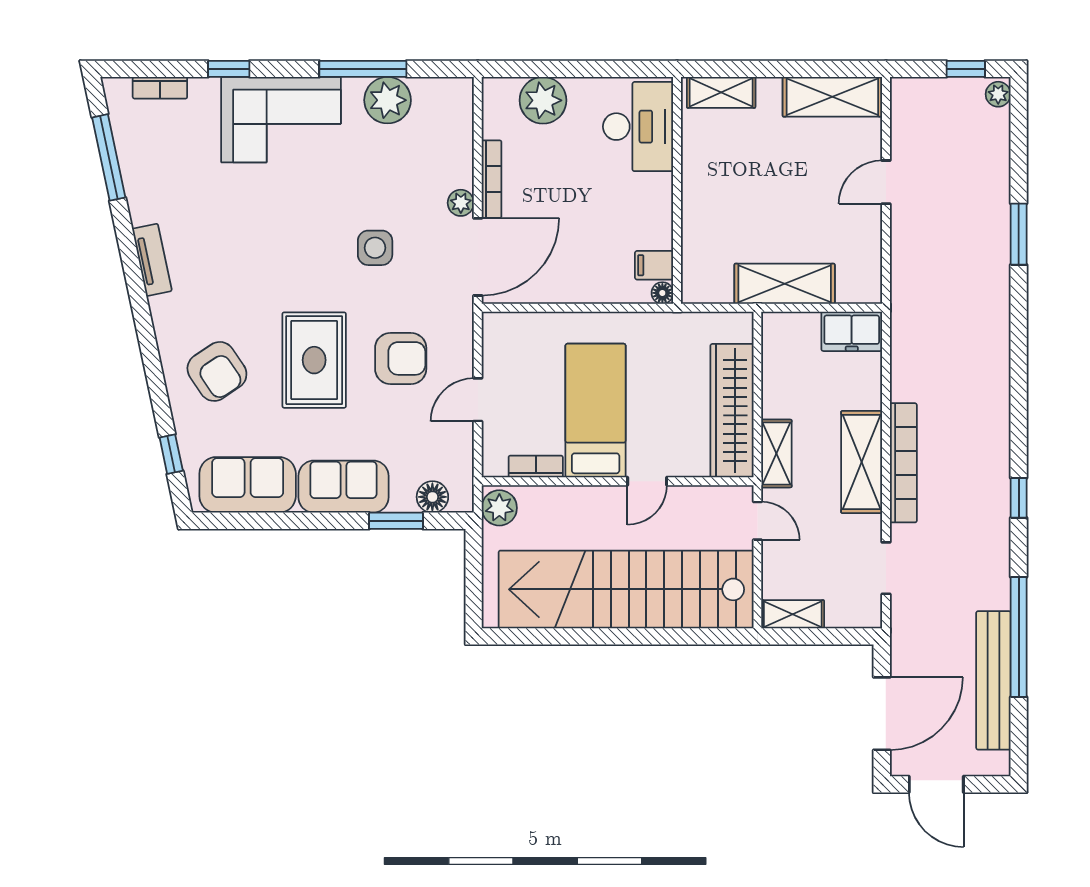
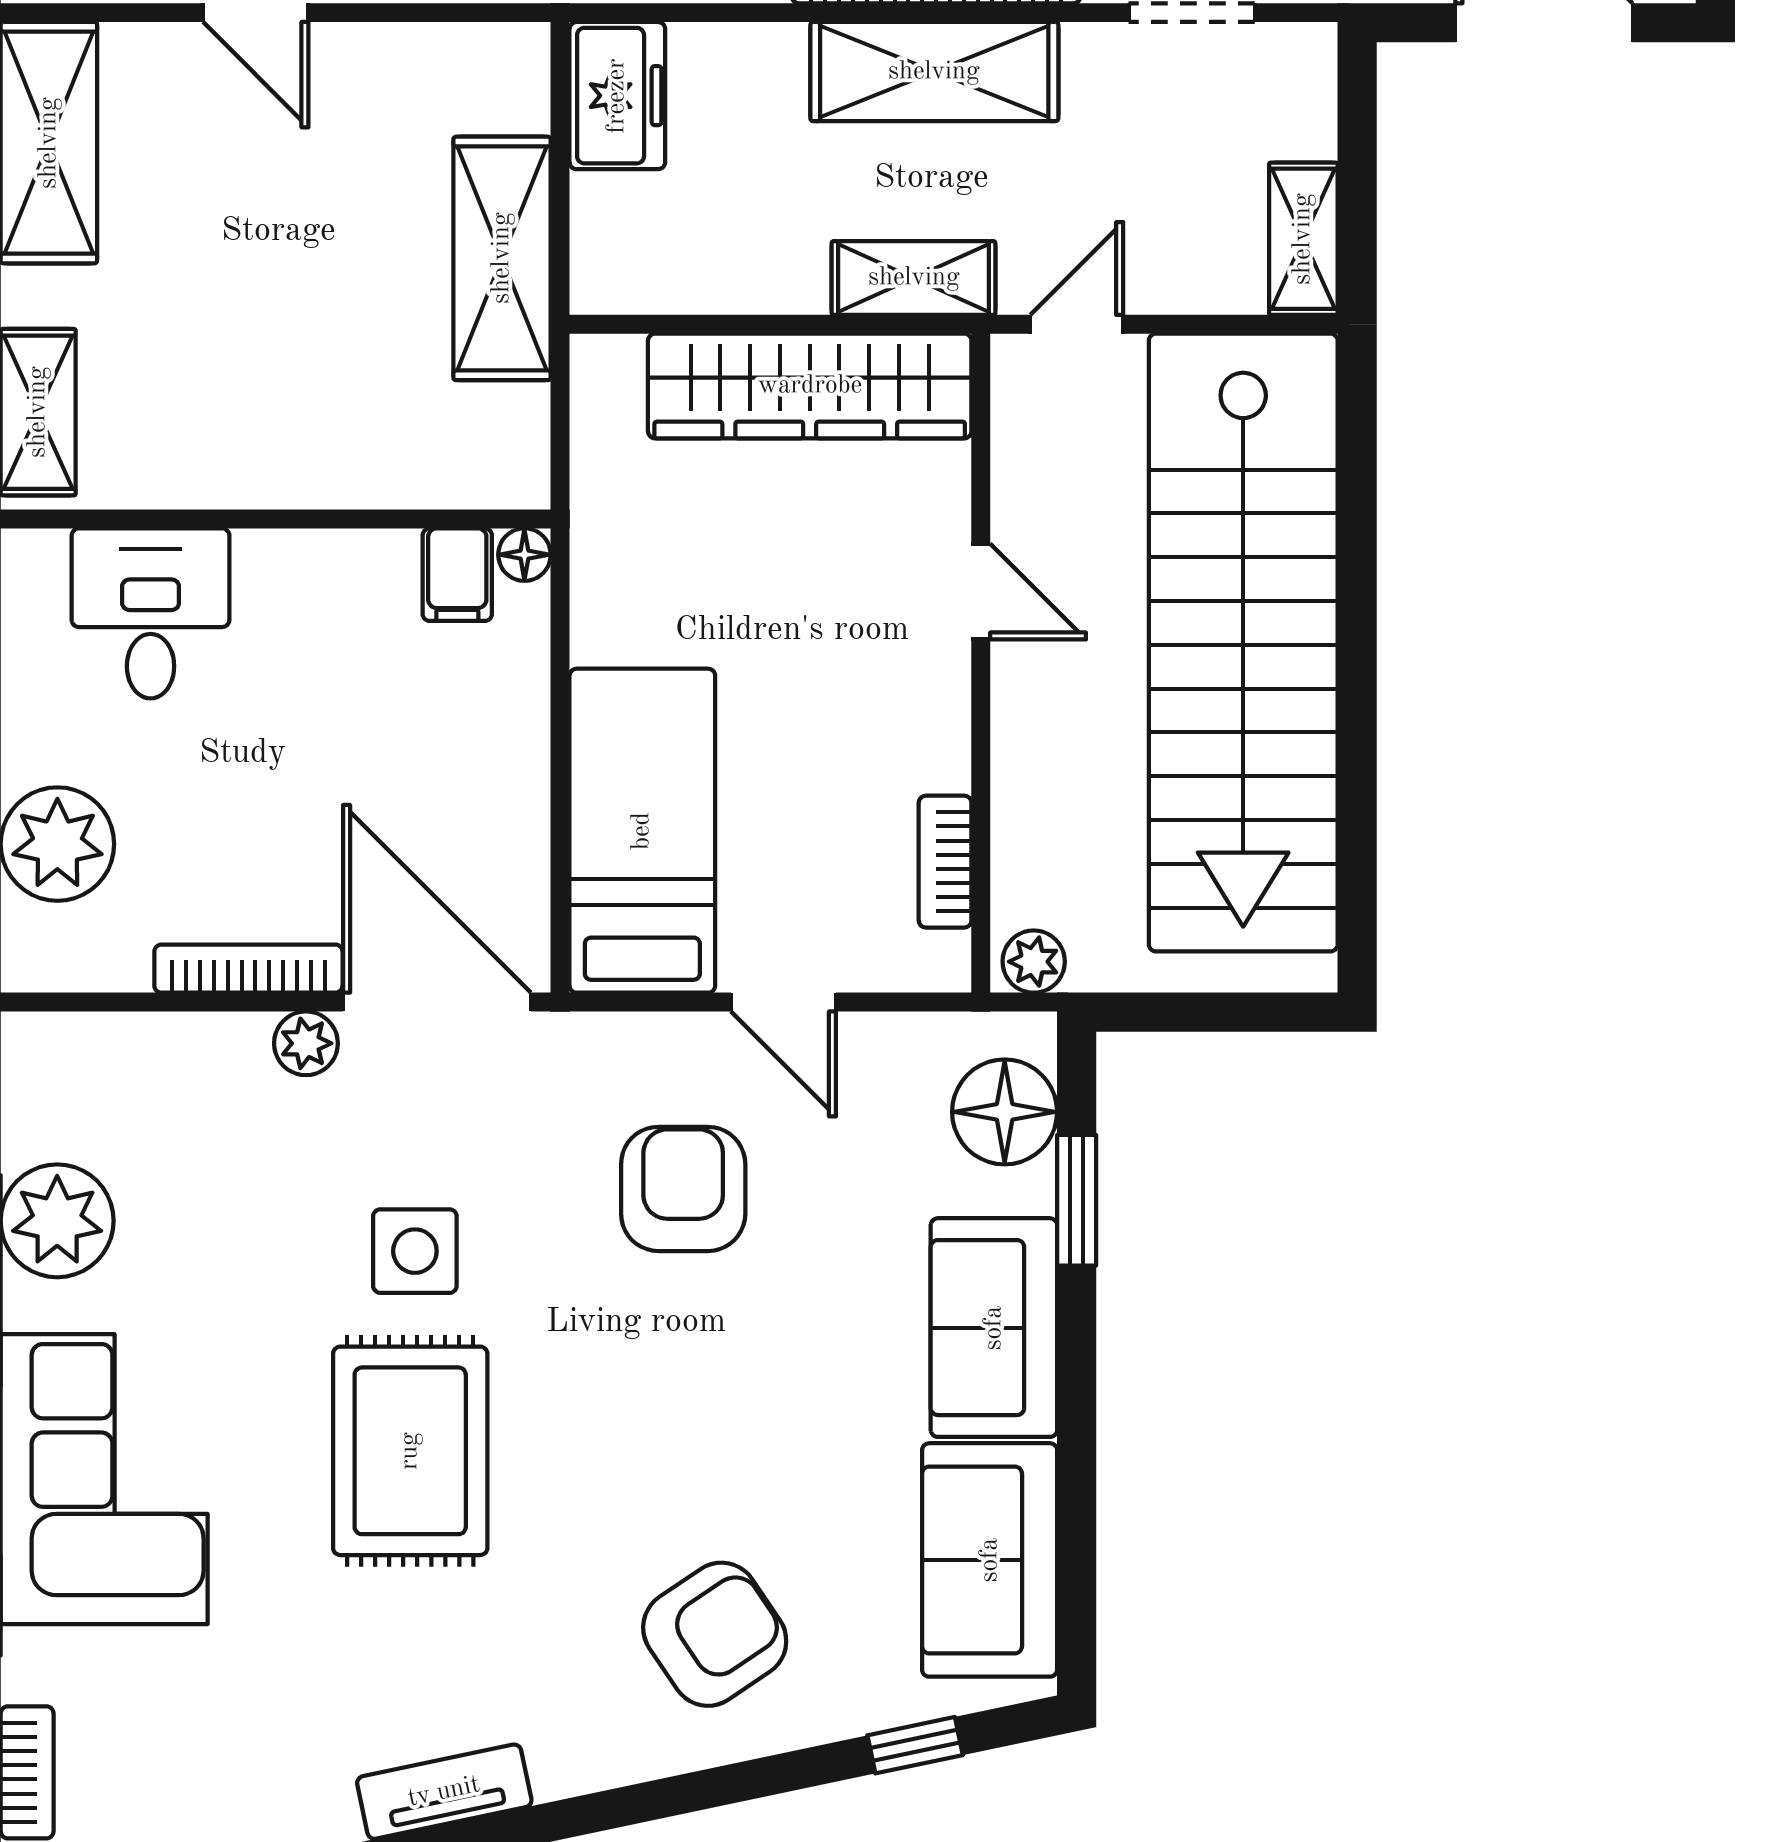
desk: (638, 127) -> (151, 613), width x0.73
rug: (314, 360) -> (410, 1451), moved, turned 90
bed: (596, 411) -> (642, 831), moved, turned 90
floor lamp: (432, 497) -> (1005, 1112), width x1.38, depth x1.38
plant: (499, 508) -> (1034, 962), width x0.73, depth x0.73

